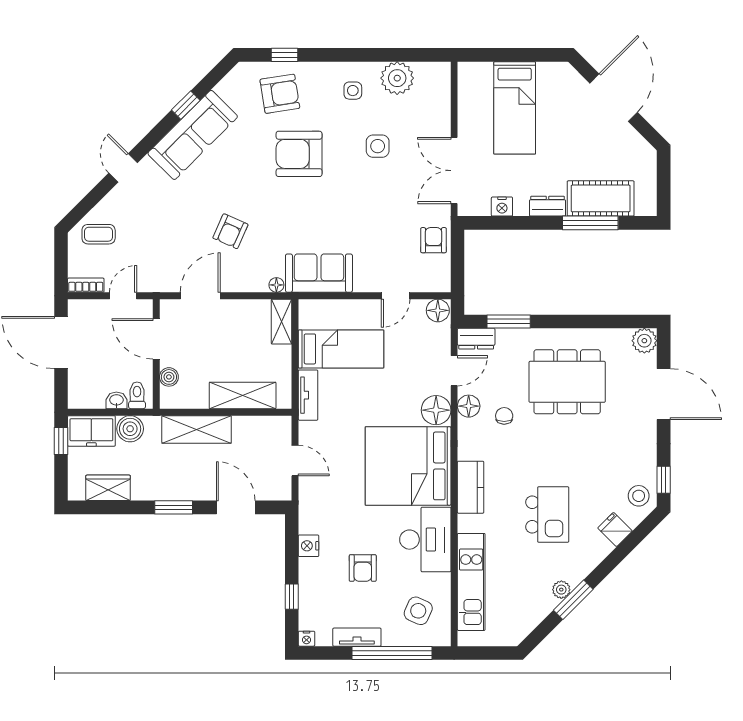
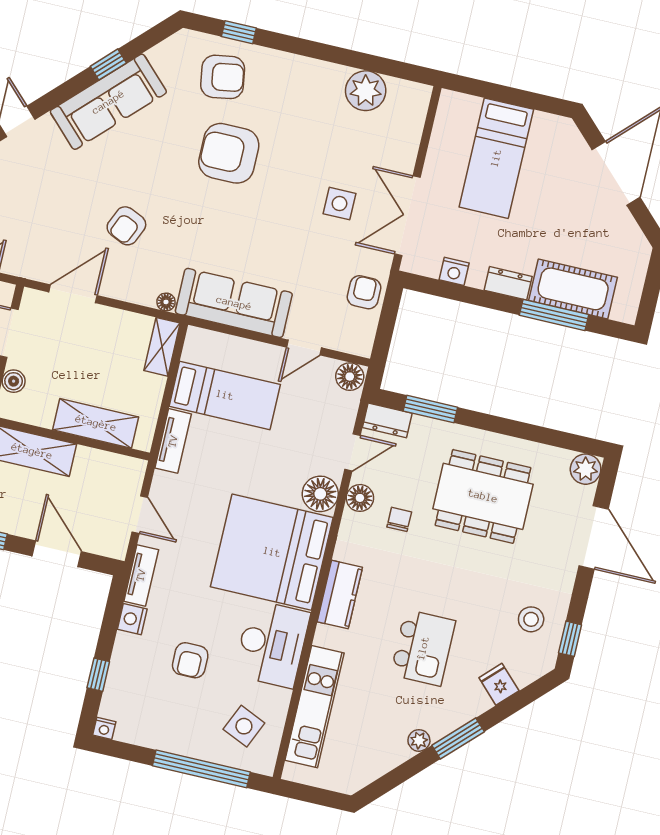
side table: (353, 91) -> (310, 93), removed
side table: (378, 146) -> (340, 204), moved
sofa: (319, 273) -> (234, 303), width x1.36
stool: (639, 496) -> (531, 619), moved
window: (573, 600) -> (458, 738), moved
tv unit: (357, 637) -> (141, 575), moved, turned 90

